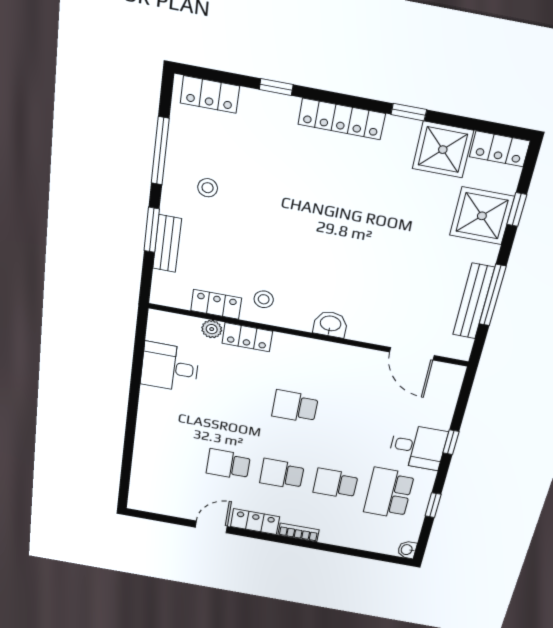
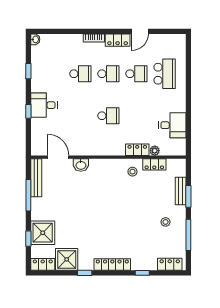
bench: (474, 301) -> (36, 178), moved
washbasin: (330, 324) -> (81, 165), moved
school desk: (389, 493) -> (165, 74), moved

